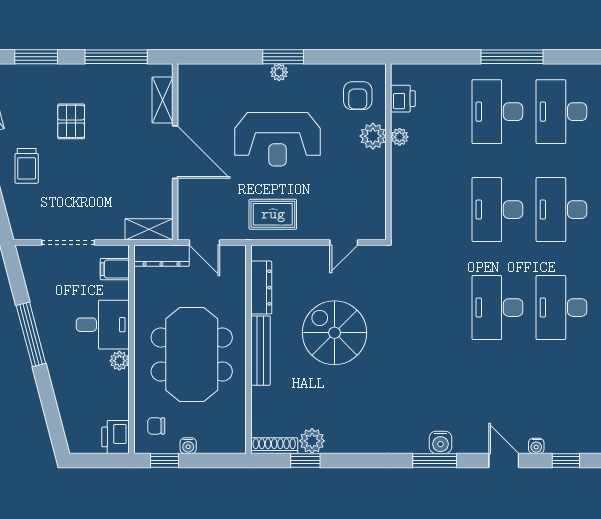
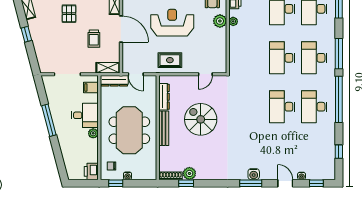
reception desk: (277, 139) -> (172, 23), turned 180
trolley: (27, 166) -> (94, 39), moved

